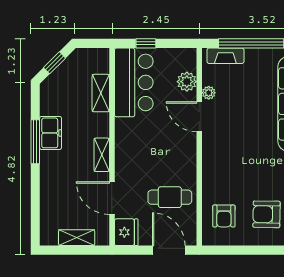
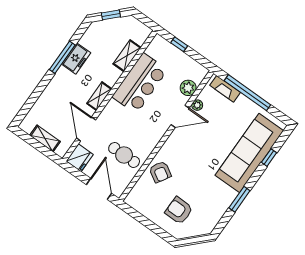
bar counter: (134, 82) -> (140, 83), moved
door: (199, 117) -> (180, 116), swing flipped
armchair: (224, 216) -> (160, 172), moved, turned -59

